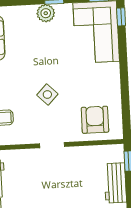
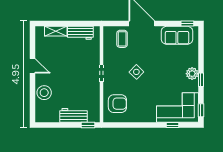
window: (121, 17) -> (172, 125), moved

